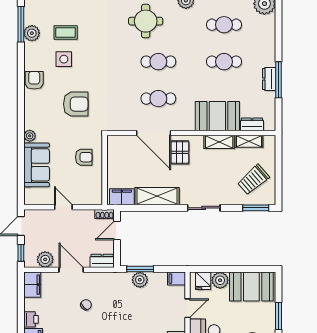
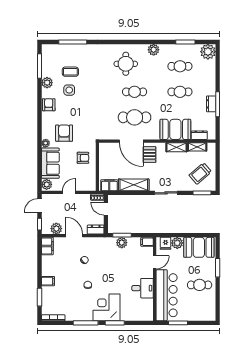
plant: (32, 33) -> (47, 83), moved
cafe table: (158, 99) -> (135, 117), width x1.37, depth x1.35
armchair: (76, 104) -> (64, 133), moved, turned -90
plant: (31, 196) -> (47, 184), added
door: (63, 207) -> (69, 192), hinge flipped
door: (117, 231) -> (106, 209), hinge flipped
printer: (31, 319) -> (46, 270), removed

